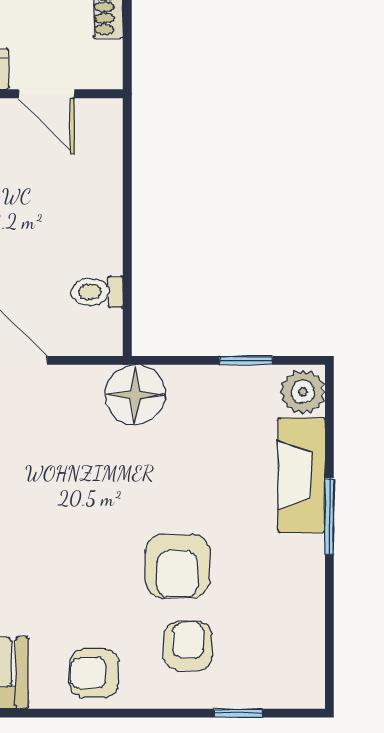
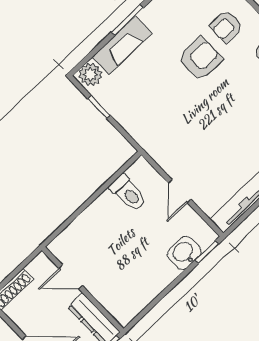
door: (46, 94) -> (71, 277), swing flipped
toilet: (97, 292) -> (128, 193), width x1.37, depth x1.39
floor lamp: (135, 395) -> (151, 136), removed

